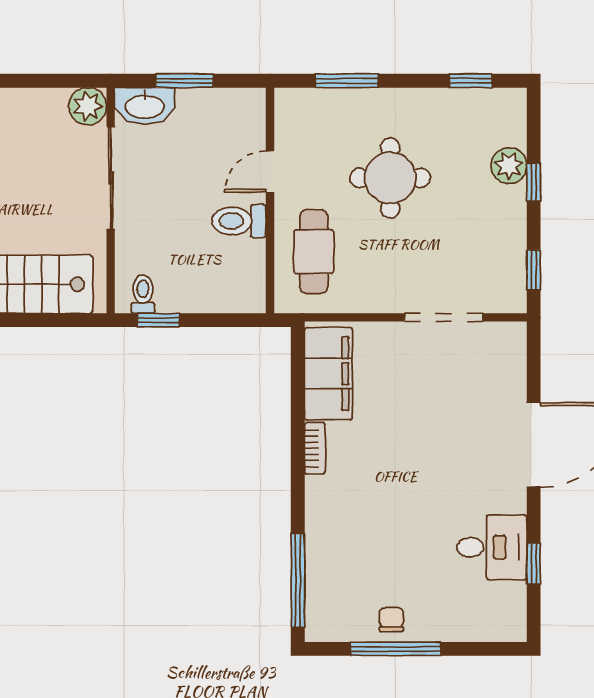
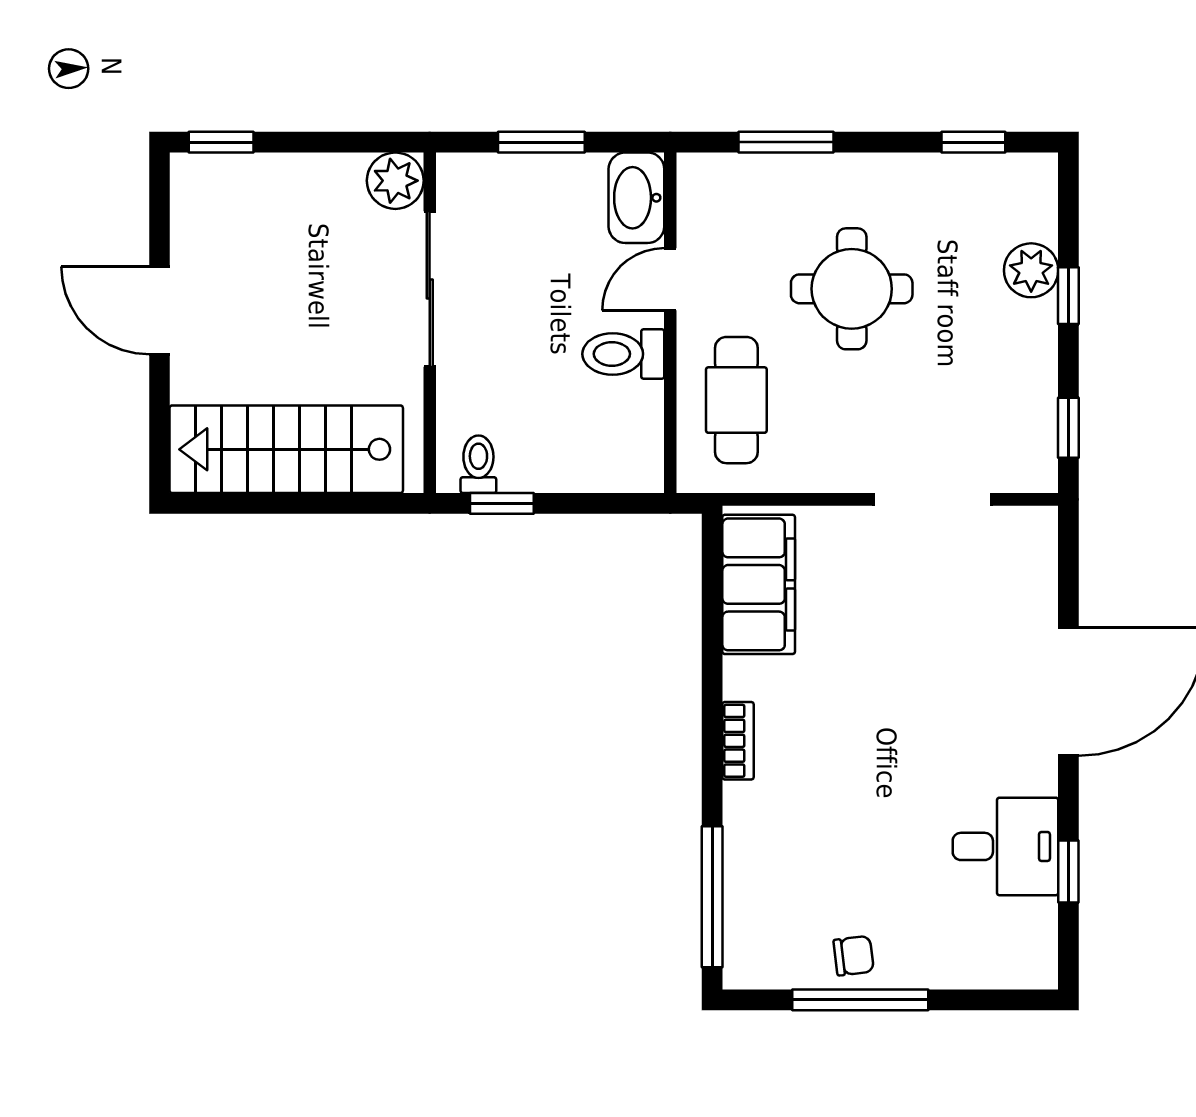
washbasin: (145, 106) -> (636, 198), moved, turned 90
bookcase: (315, 448) -> (738, 741), moved
chair: (391, 620) -> (854, 956), turned 83

